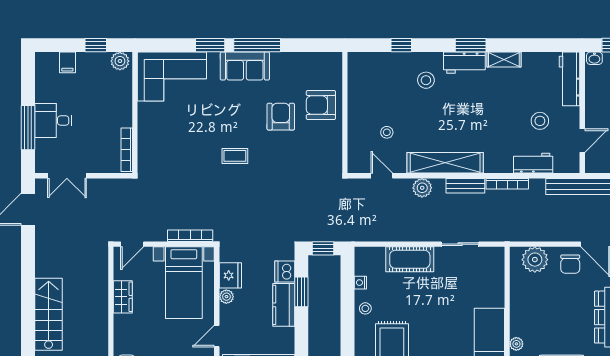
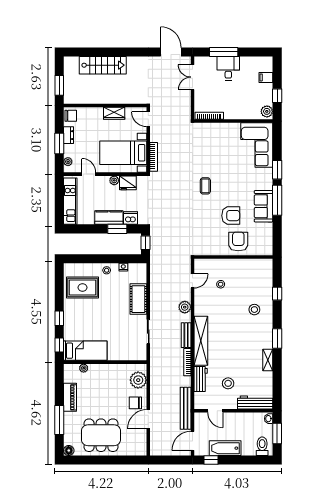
workbench: (464, 63) -> (266, 334), removed
sofa: (245, 66) -> (264, 206), moved
shelving: (445, 163) -> (201, 341), moved

